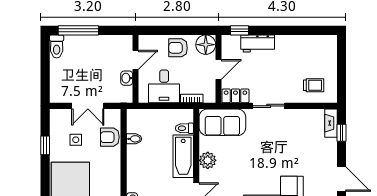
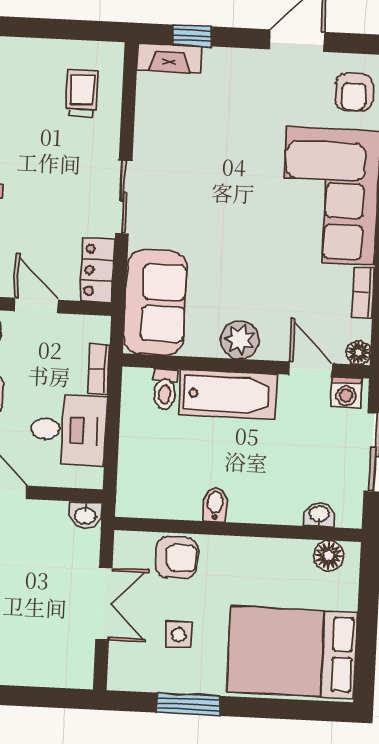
washbasin: (127, 78) -> (85, 515), moved
armchair: (110, 137) -> (177, 558), turned -90
bidet: (134, 139) -> (215, 505), moved
window: (45, 145) -> (188, 704), width x1.50

